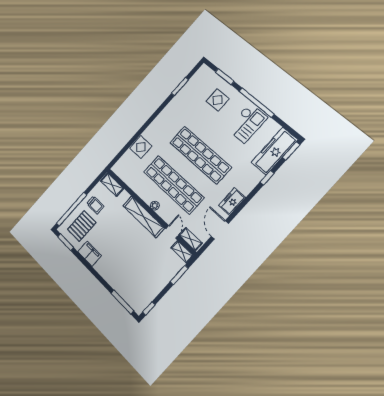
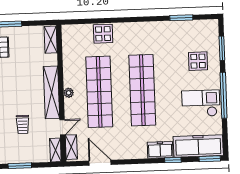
checkout: (247, 123) -> (201, 103), turned 180
freezer: (232, 201) -> (160, 150), moved
trolley: (95, 205) -> (23, 124), moved
door: (220, 230) -> (100, 163), hinge flipped
window: (179, 275) -> (20, 166), moved

